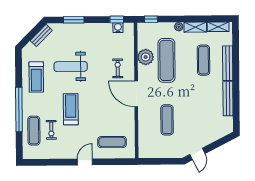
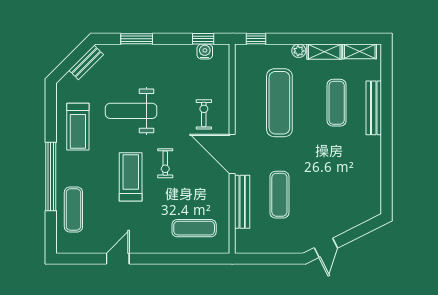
plant: (146, 57) -> (247, 97), removed
bench: (228, 99) -> (242, 202), moved
exercise bike: (51, 130) -> (165, 163), moved
door: (85, 162) -> (118, 259), moved

